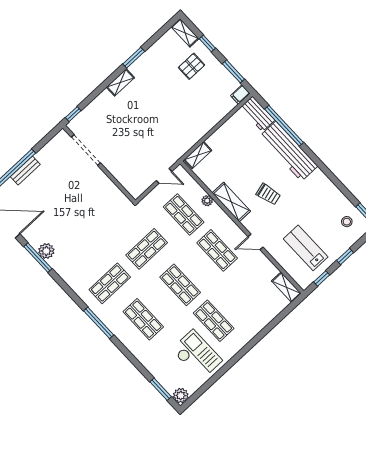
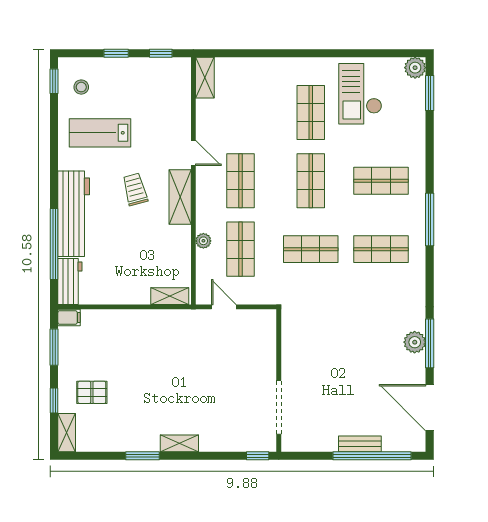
shelving: (231, 202) -> (180, 197), moved
lab bench: (306, 248) -> (100, 133), moved, turned 90
shop shelf: (143, 319) -> (381, 181), turned 90

